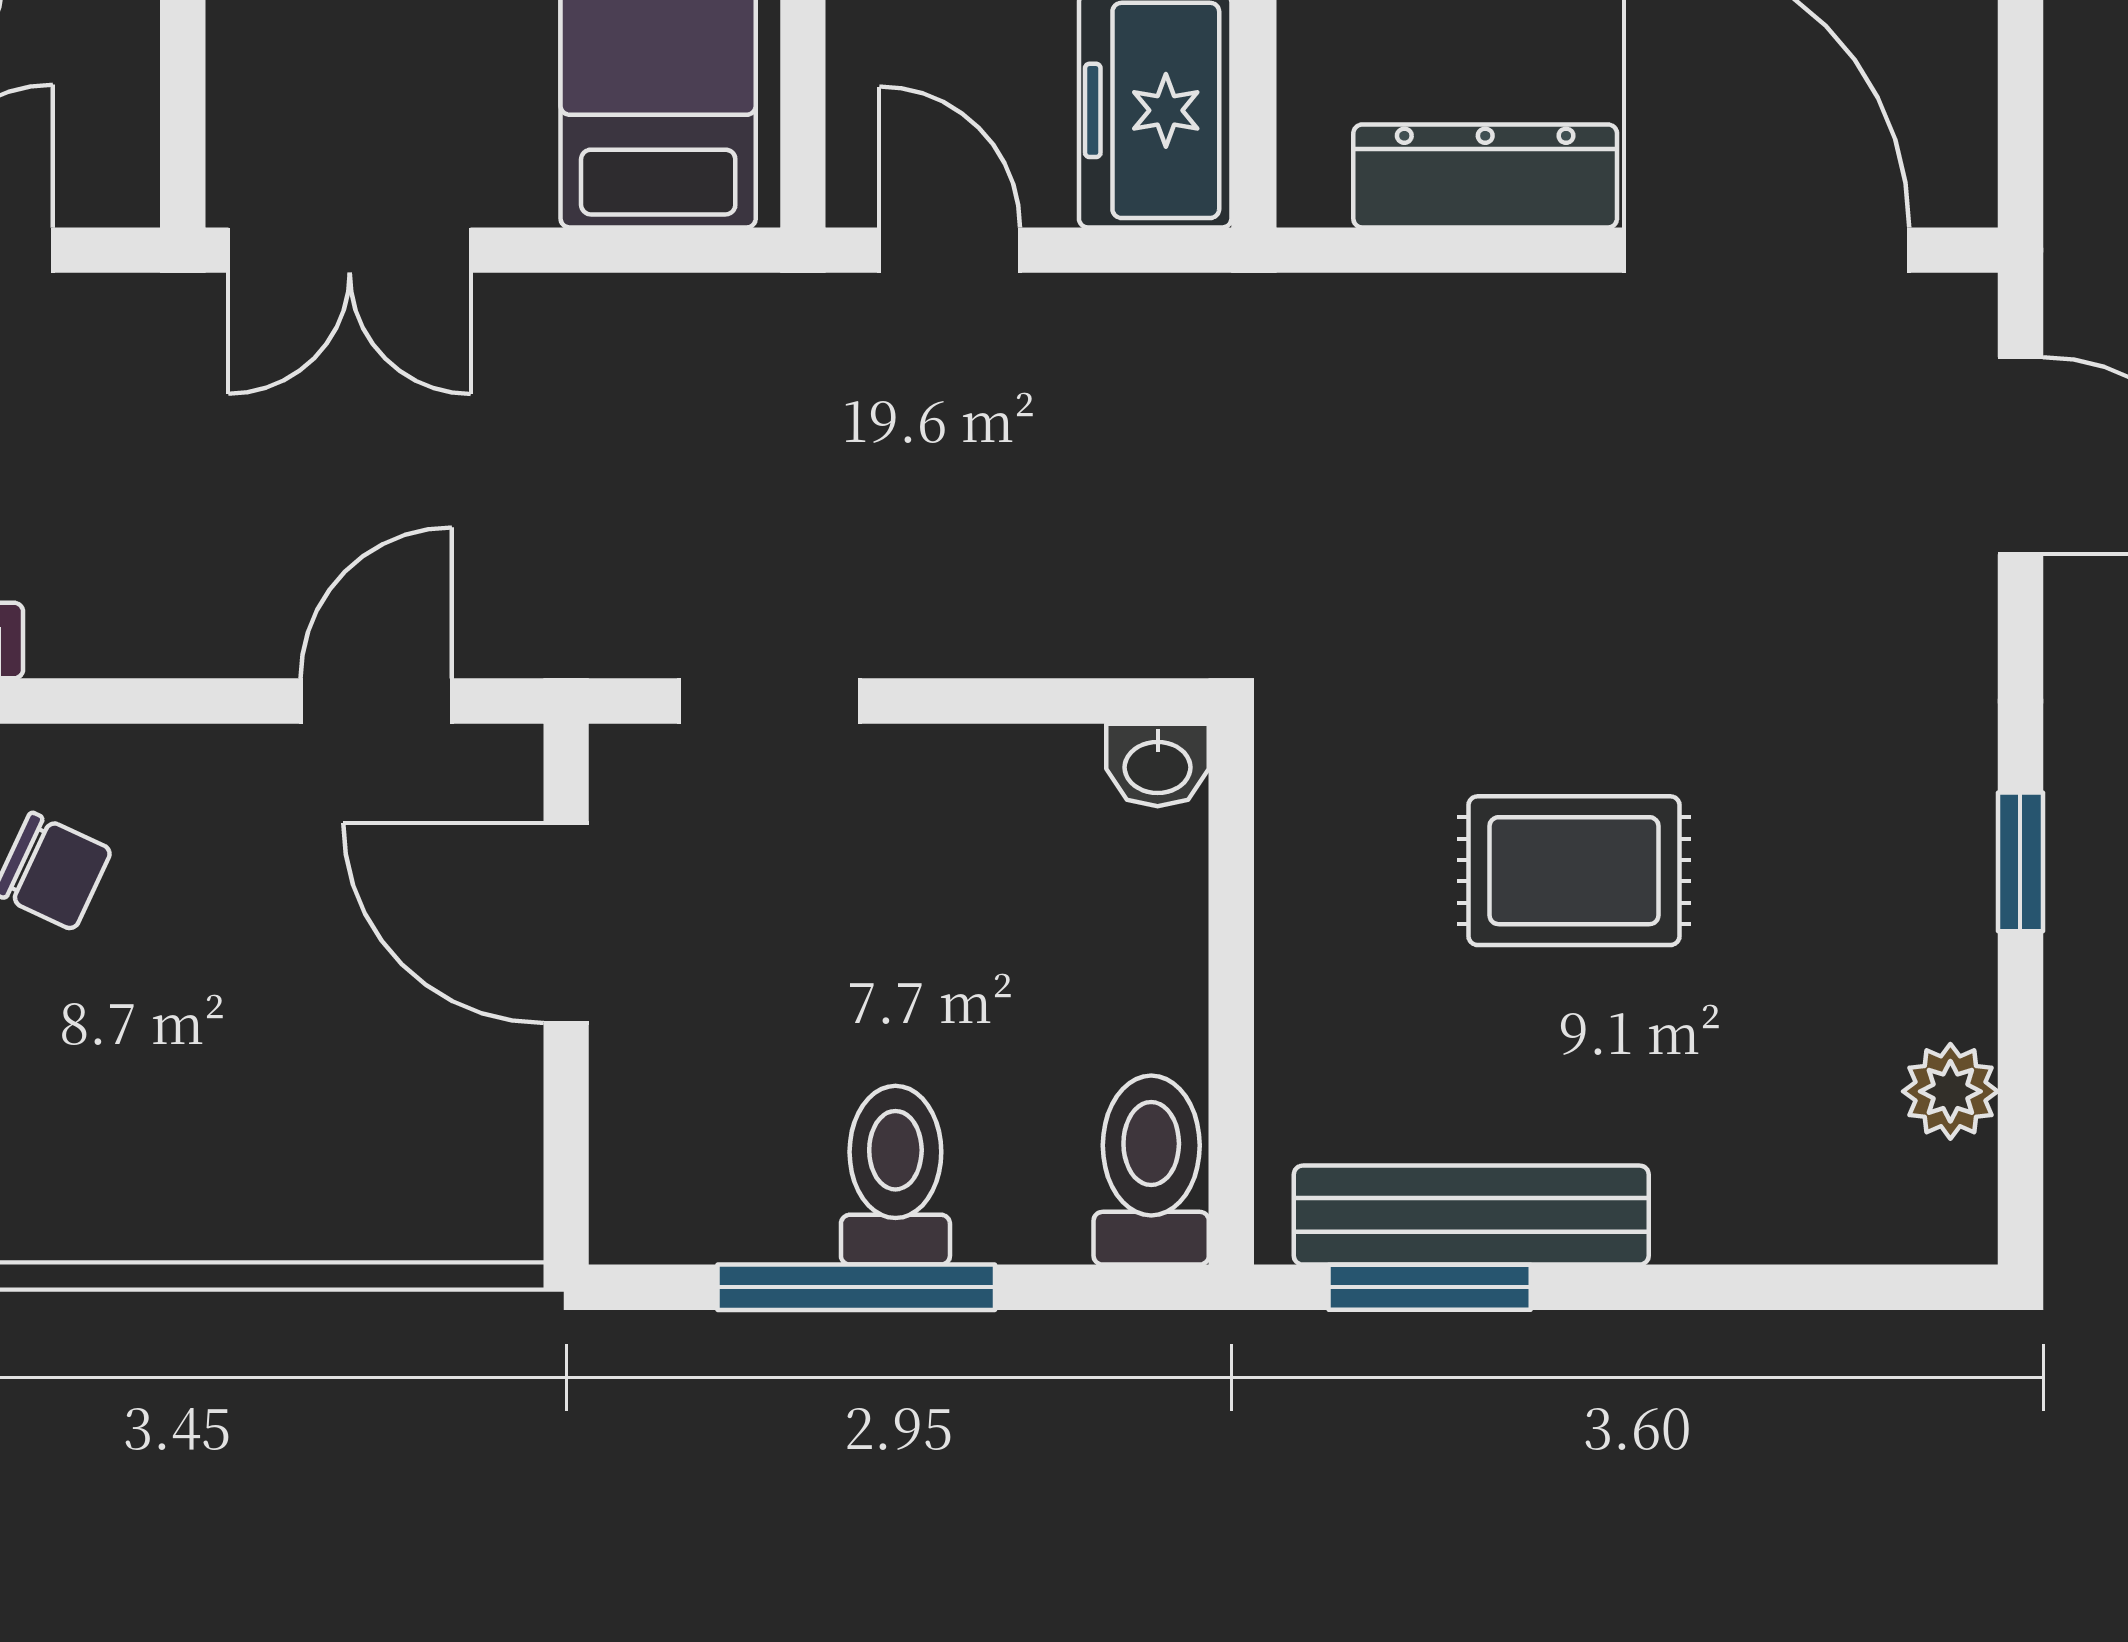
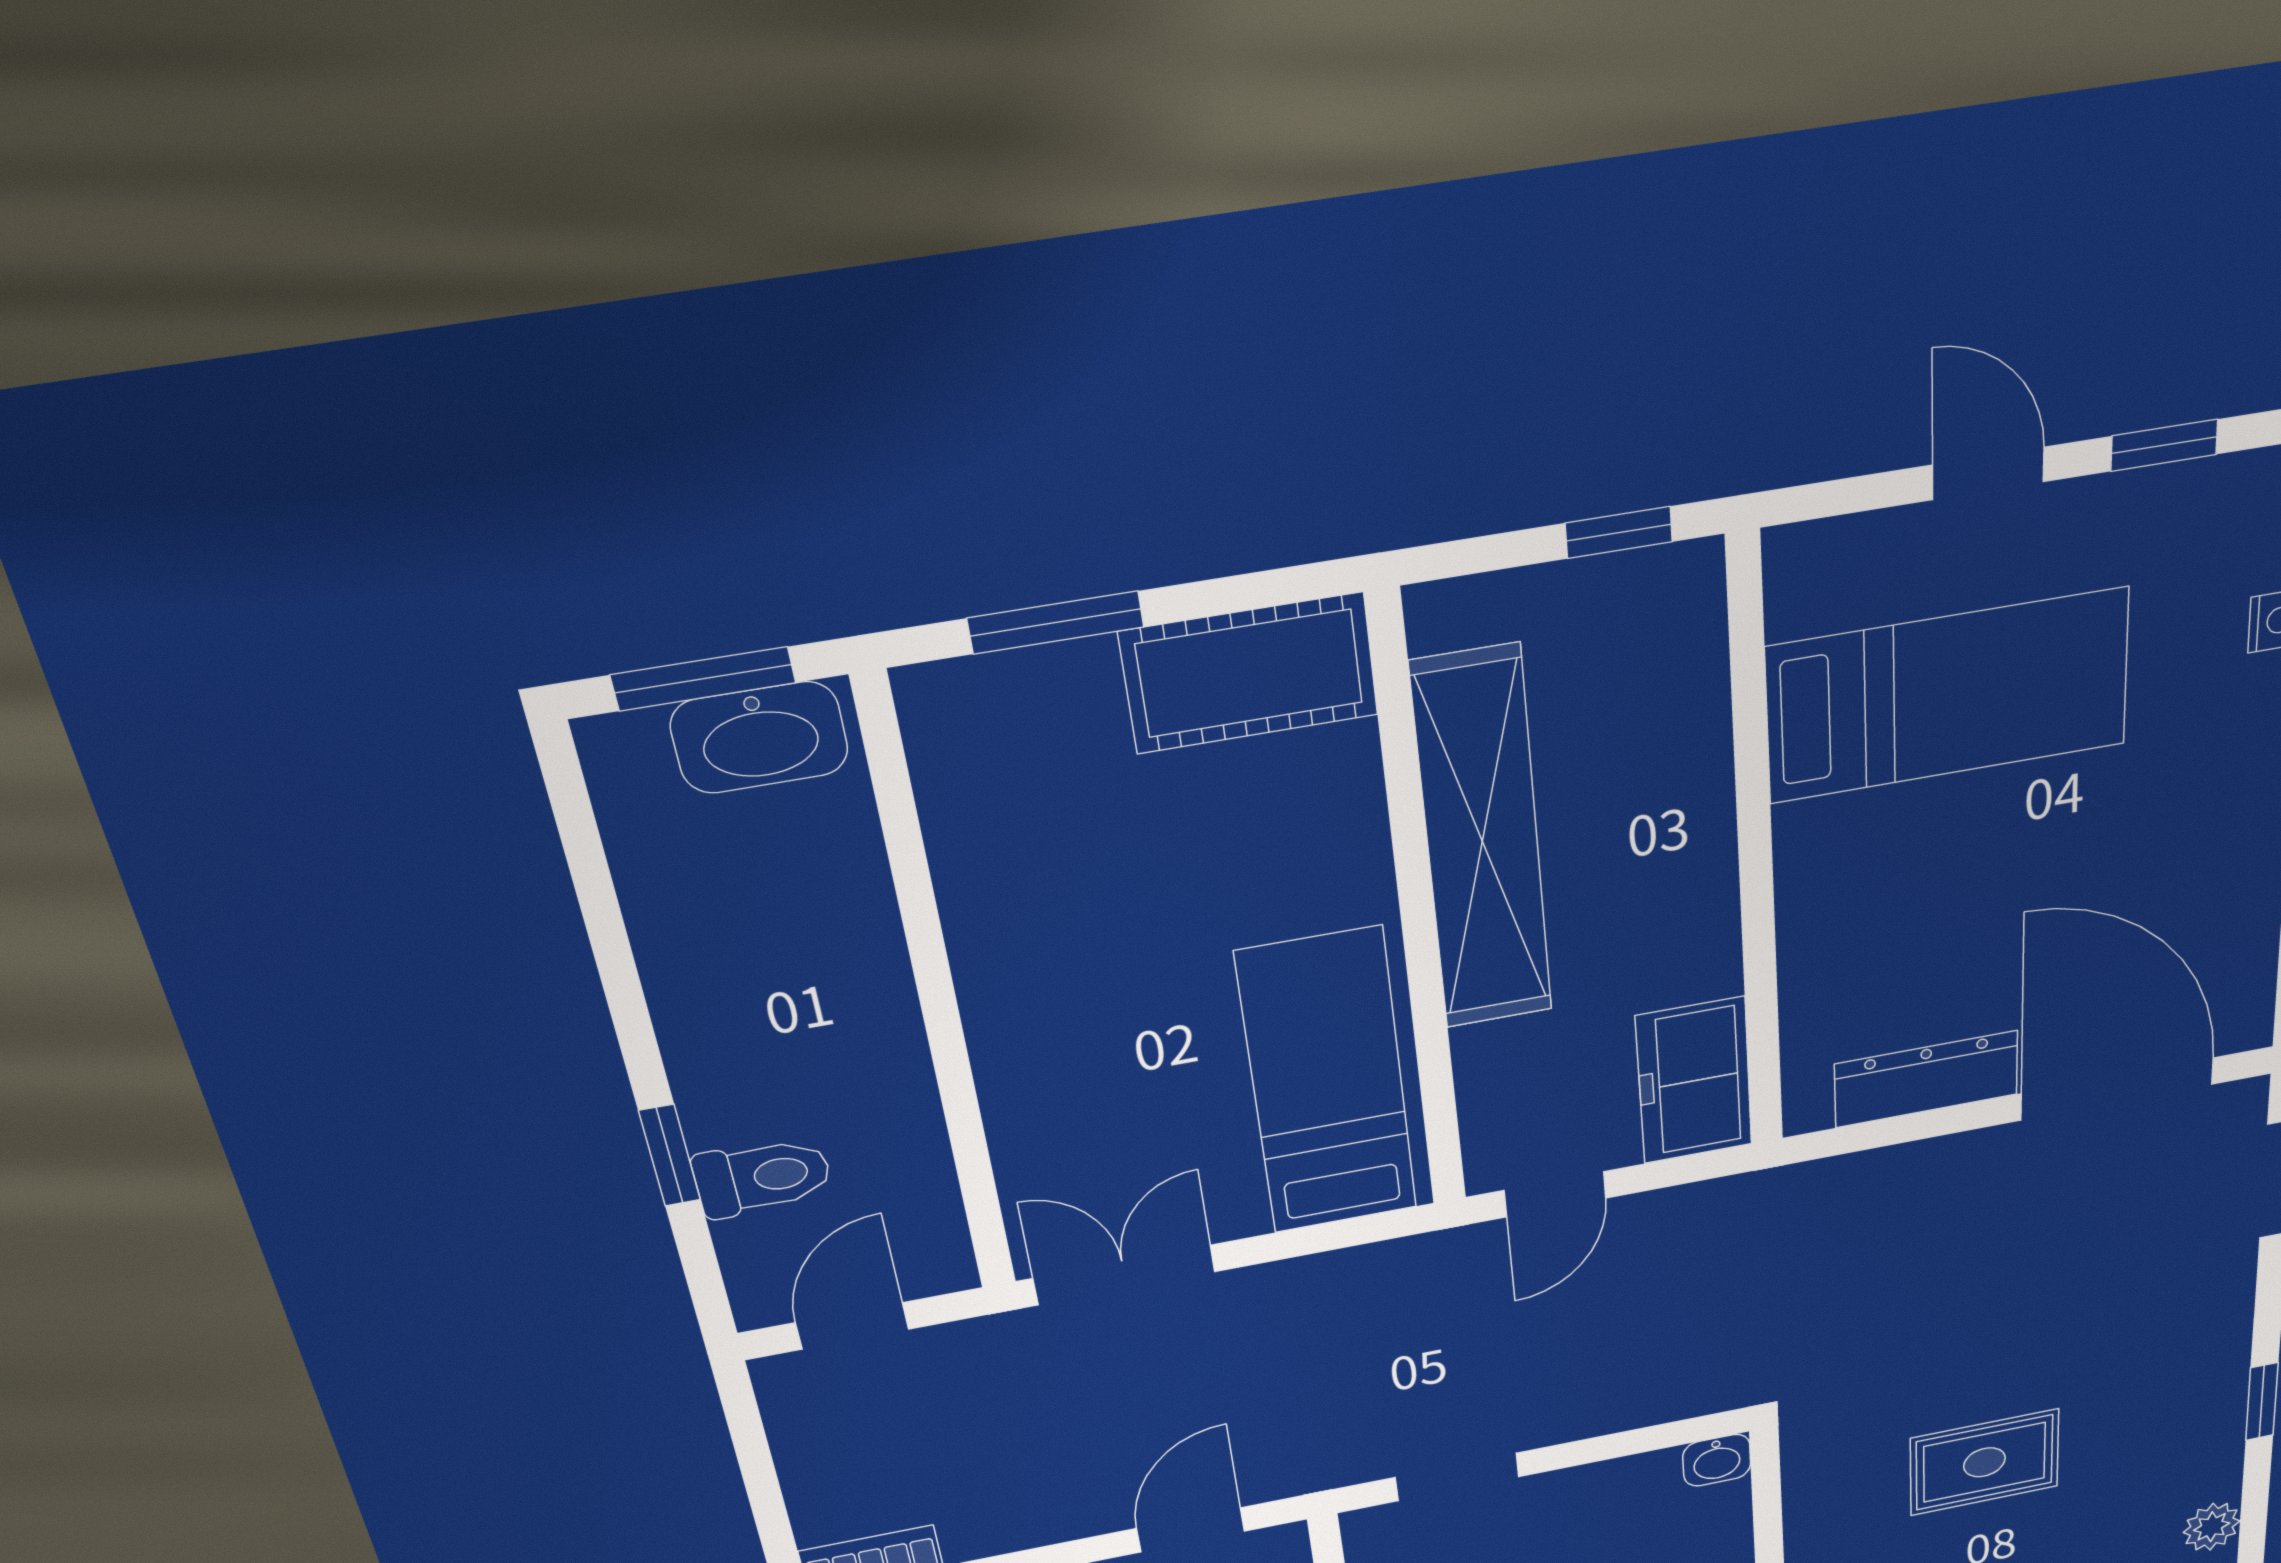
double door: (350, 250) -> (1124, 1275), swing flipped
door: (950, 250) -> (1555, 1194), swing flipped

